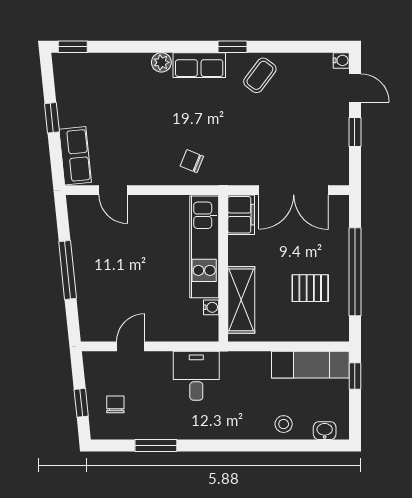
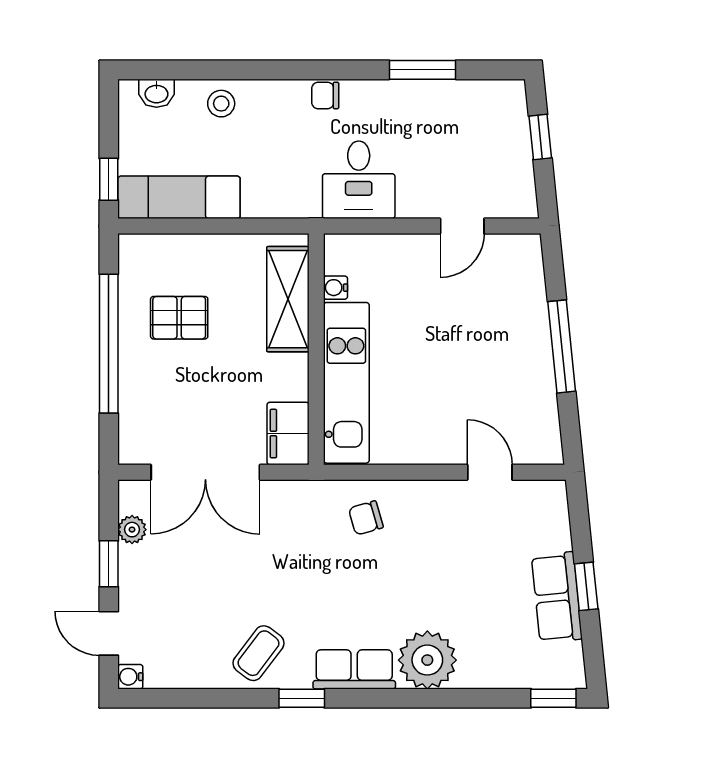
plant: (161, 62) -> (427, 660), width x1.88, depth x1.88
plant: (340, 154) -> (132, 530), added
row of seats: (75, 156) -> (557, 597), moved
chair: (192, 161) -> (366, 518), turned 142
double door: (294, 190) -> (205, 472), swing flipped
chair: (115, 404) -> (325, 95), moved, turned 90

